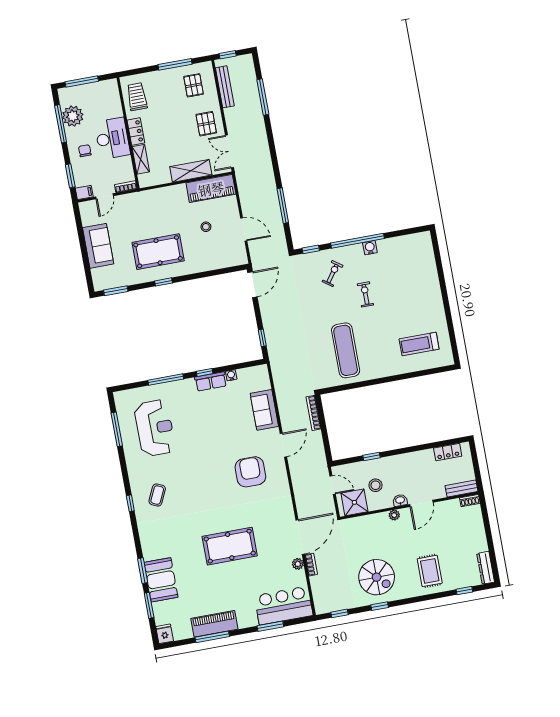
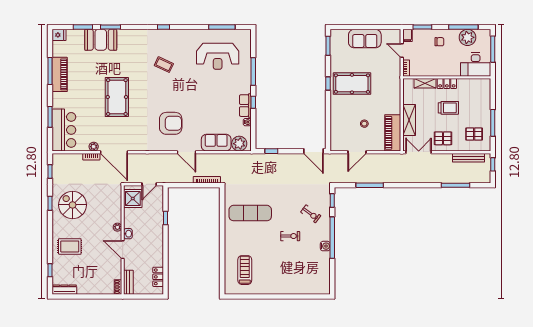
trolley: (137, 97) -> (448, 108), moved
desk: (112, 138) -> (476, 65), moved
pool table: (158, 252) -> (352, 84), turned 90
plant: (260, 380) -> (239, 144), added
stool: (376, 485) -> (143, 217), removed
coffee table: (157, 495) -> (164, 65), moved
spiral stairs: (377, 577) -> (73, 205), turned 90

